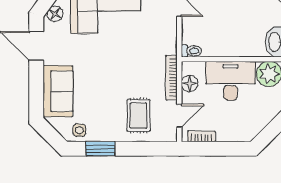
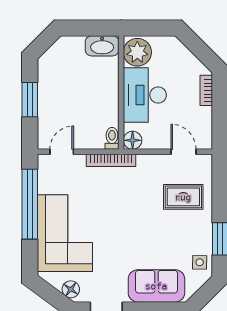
bookcase: (171, 78) -> (111, 160), moved
floor lamp: (190, 84) -> (133, 140), moved
bookcase: (201, 136) -> (206, 90), moved

